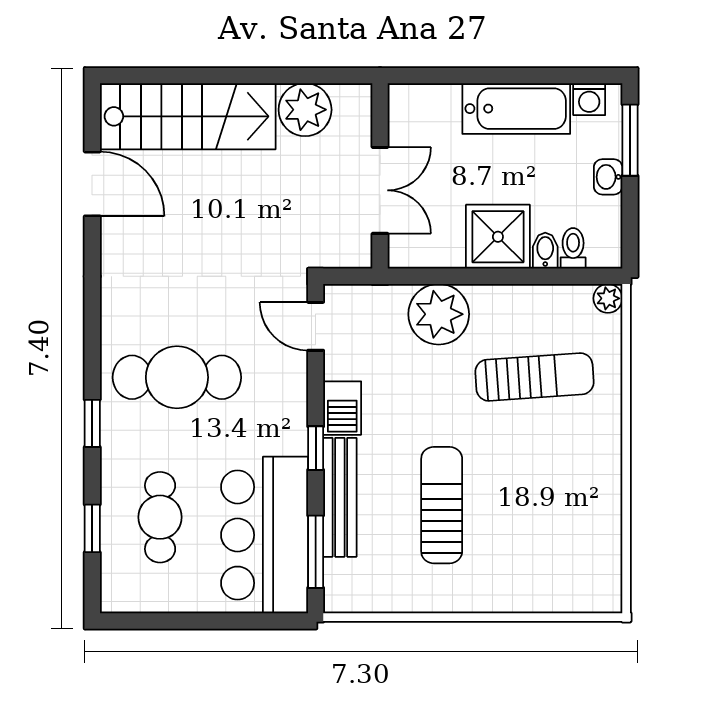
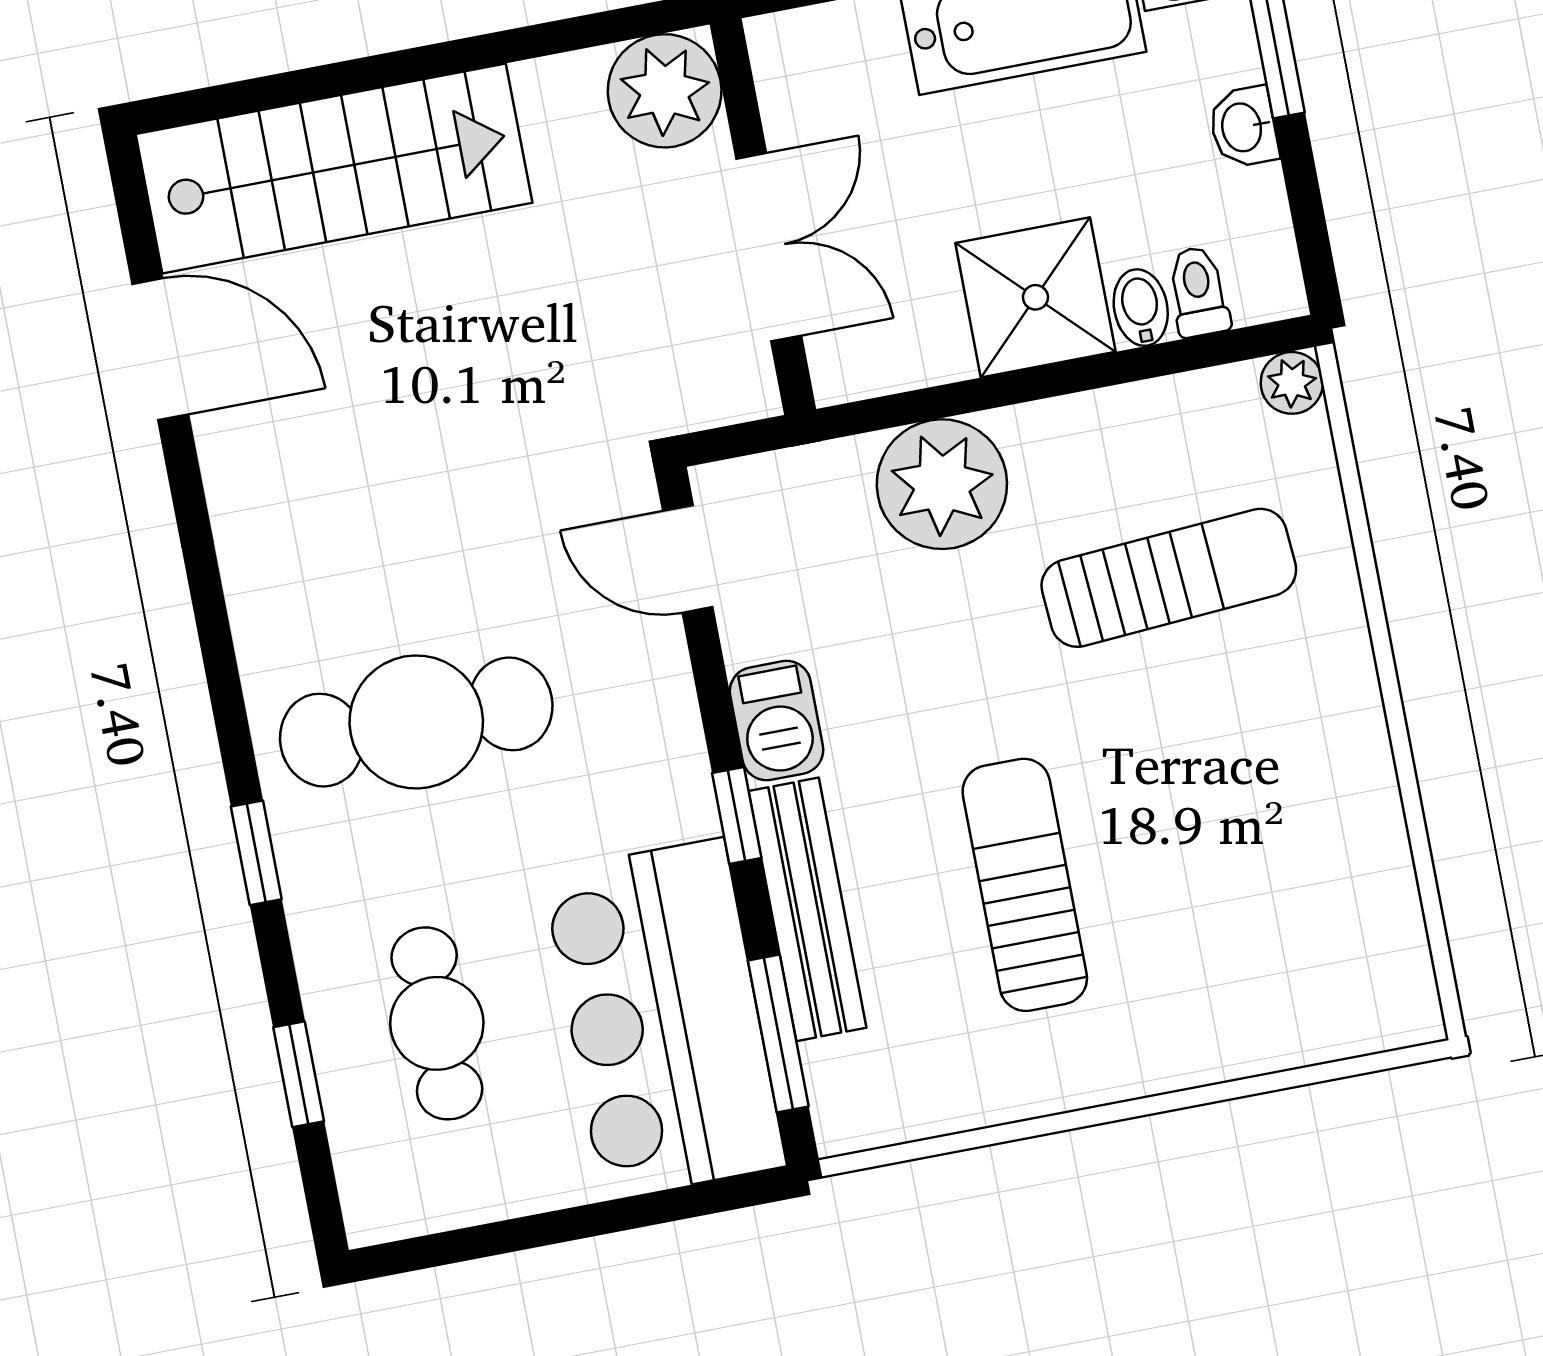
plant: (305, 110) -> (665, 91), moved

